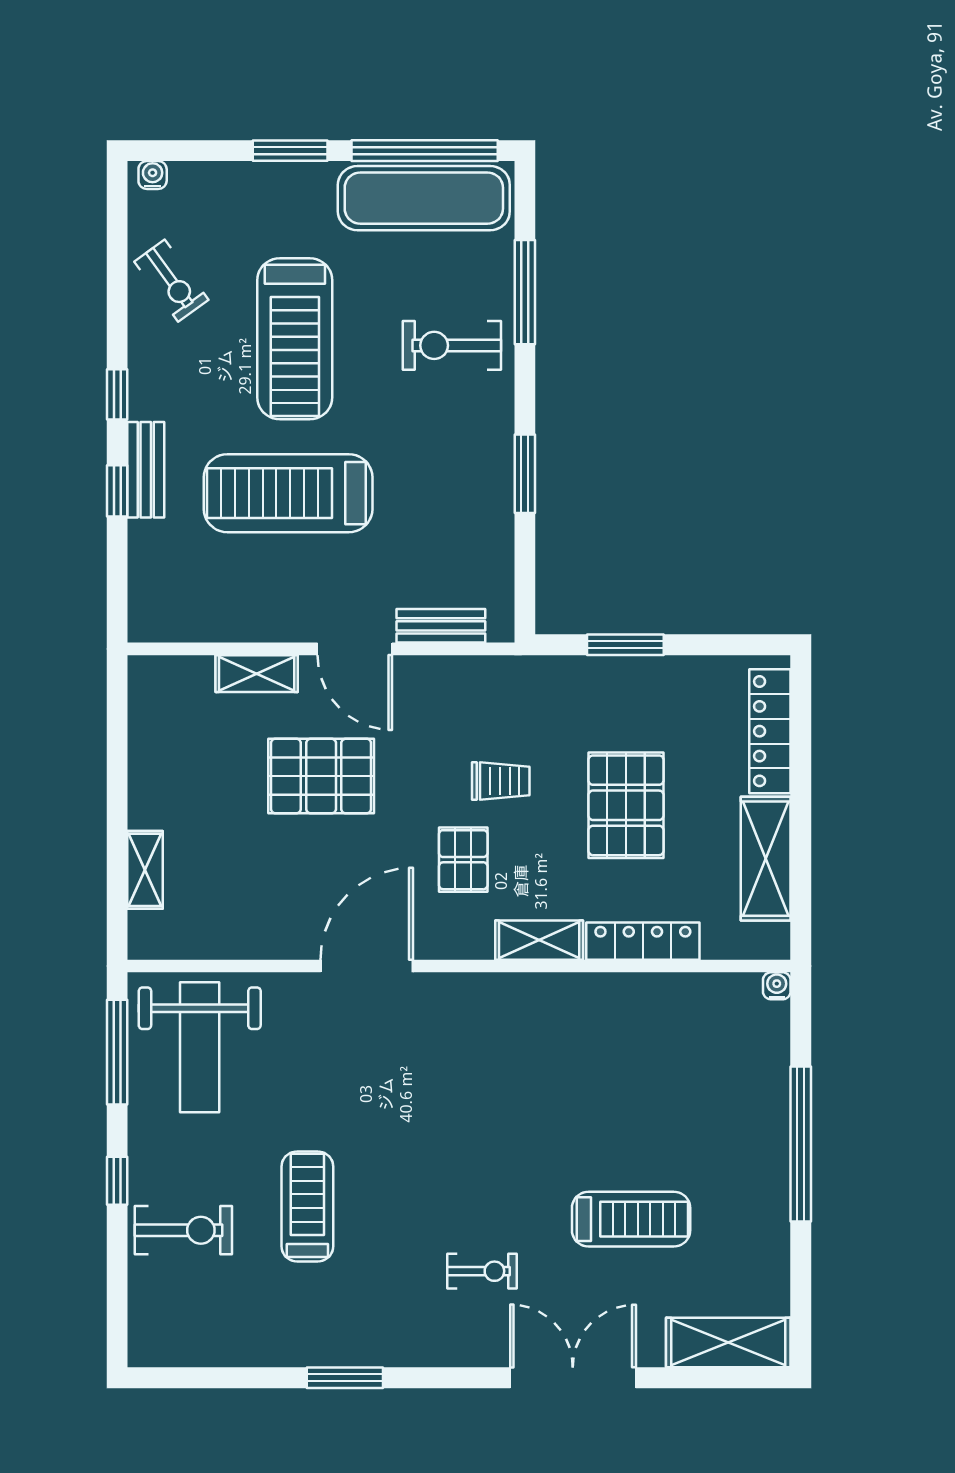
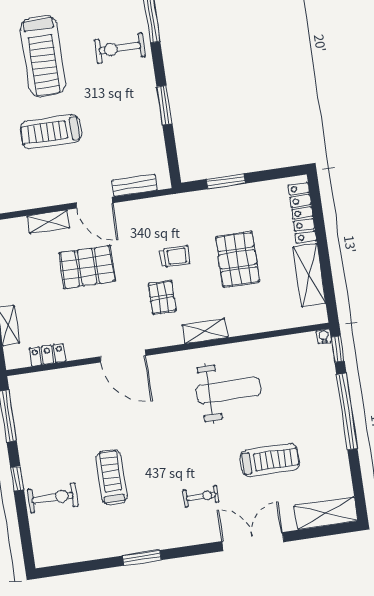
treadmill: (288, 493) -> (51, 132), width x0.73, depth x0.73
locker: (643, 941) -> (47, 355), moved, width x0.66
door: (367, 966) -> (123, 356), swing flipped
window: (801, 1015) -> (338, 349), added
weight bench: (200, 1047) -> (229, 390), moved, turned -90

